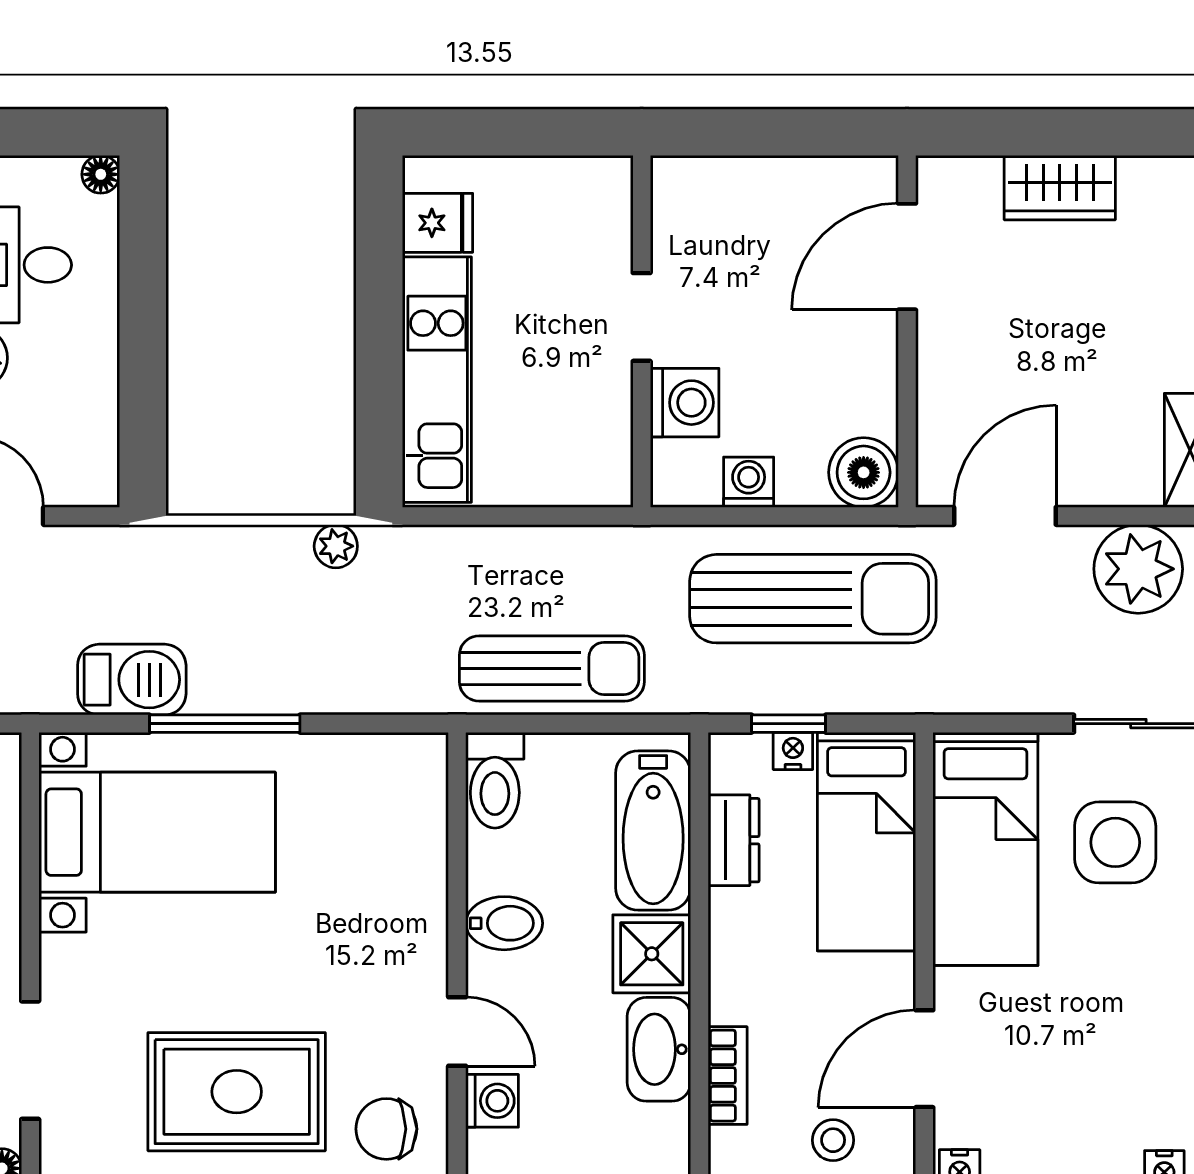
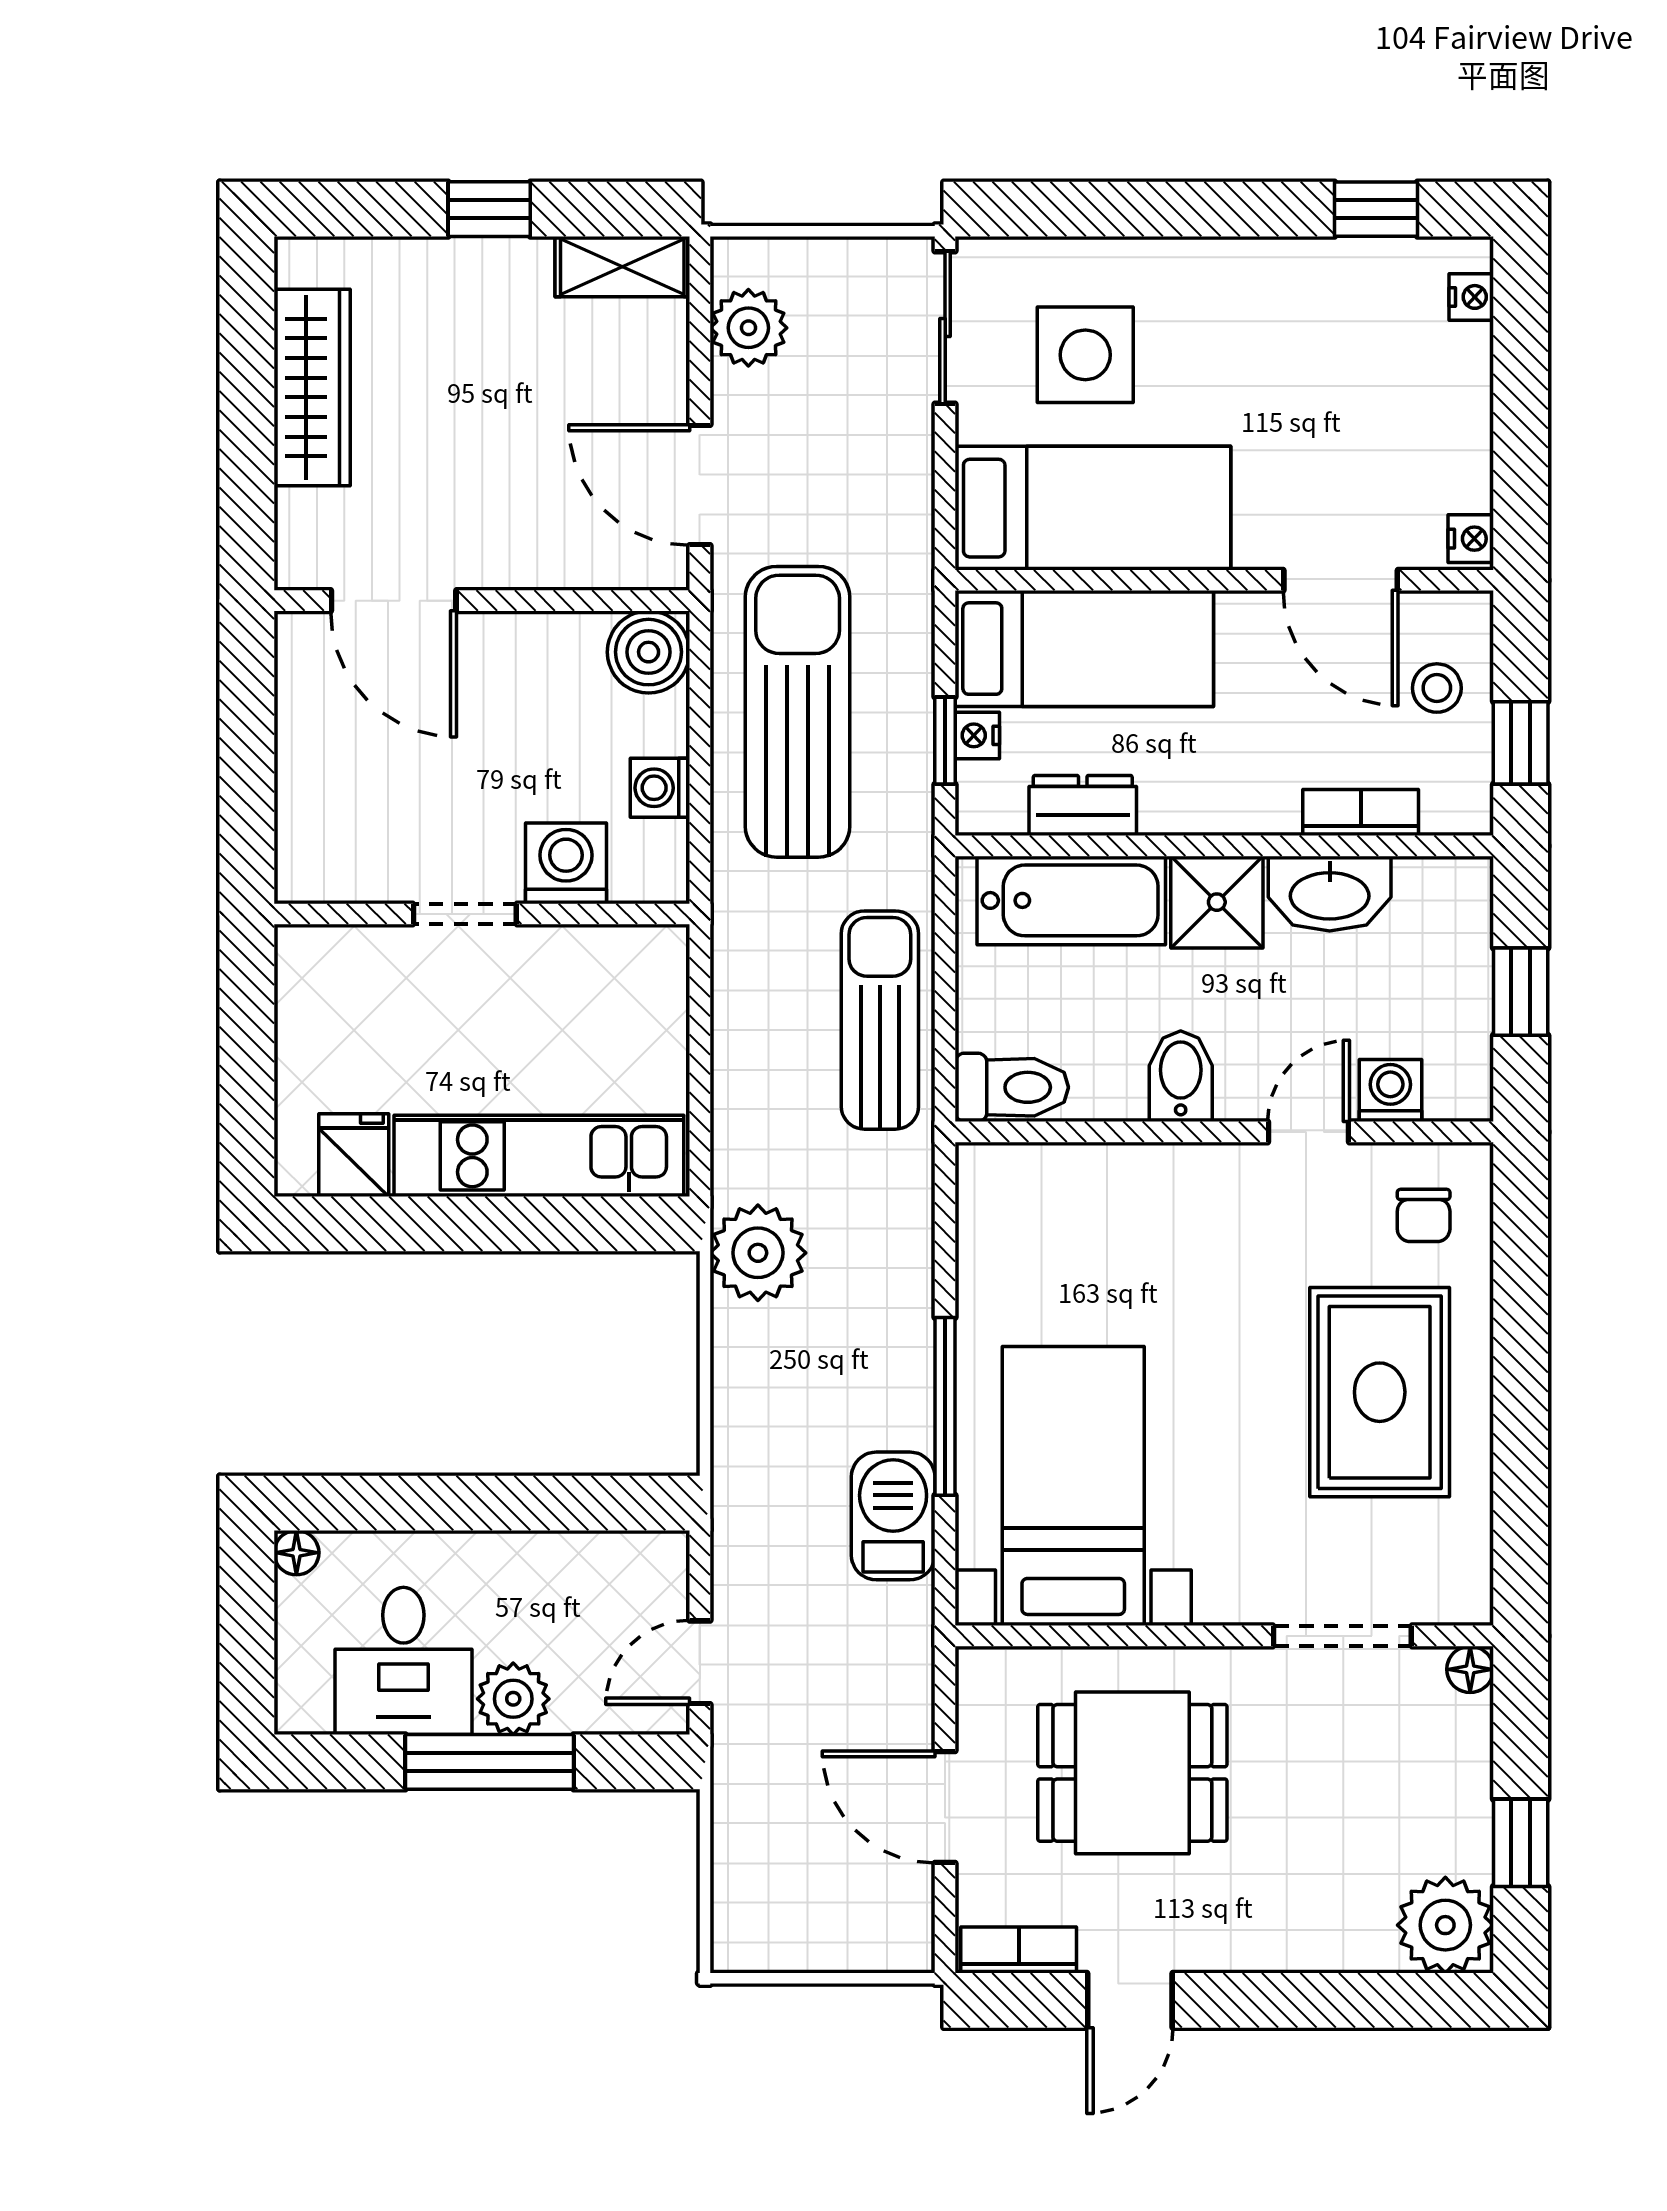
wardrobe: (1060, 188) -> (312, 388), width x1.50
plant: (336, 546) -> (758, 1253), width x1.87, depth x1.87
plant: (1138, 569) -> (748, 328), width x0.73, depth x0.73
chair: (386, 1129) -> (1424, 1215), width x0.73, depth x0.73

